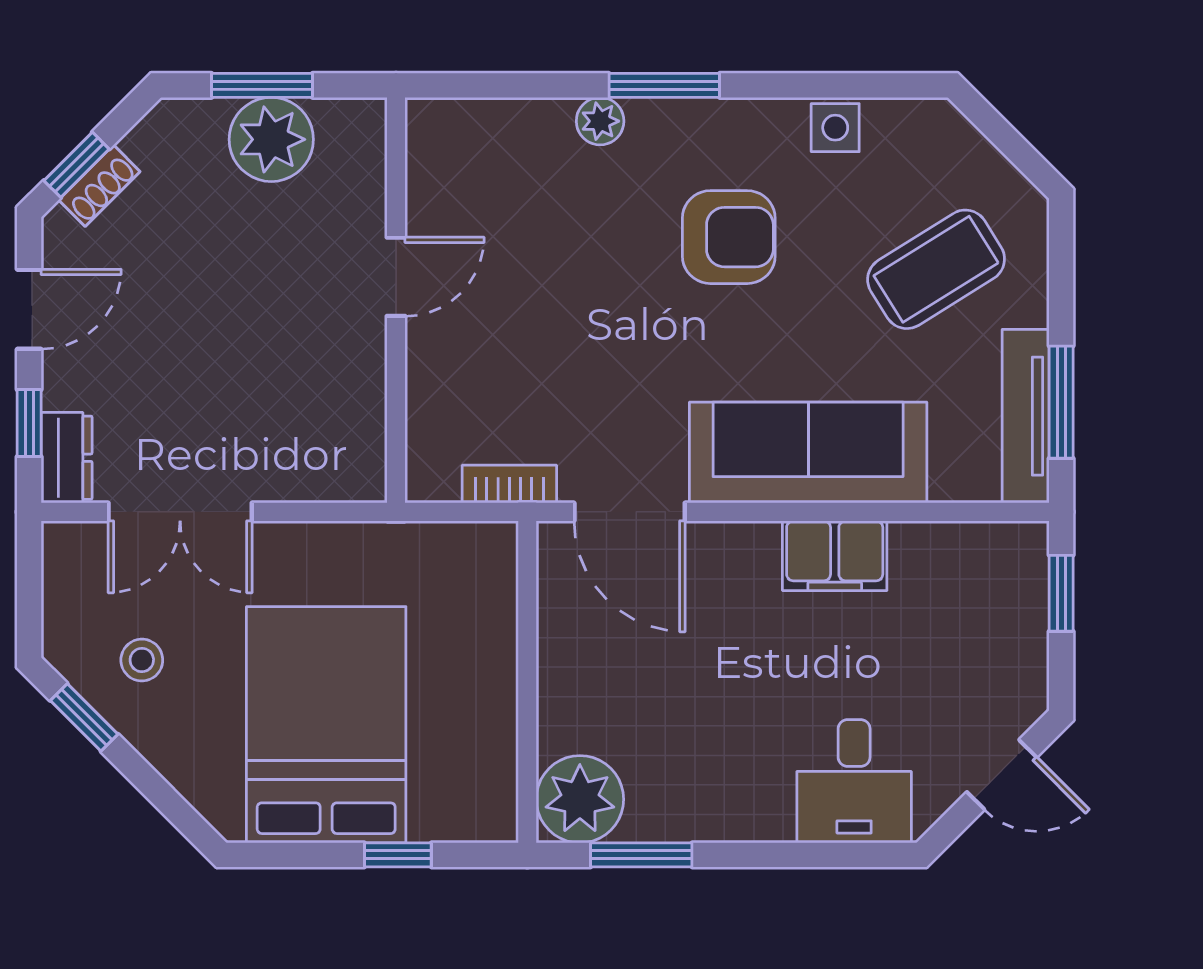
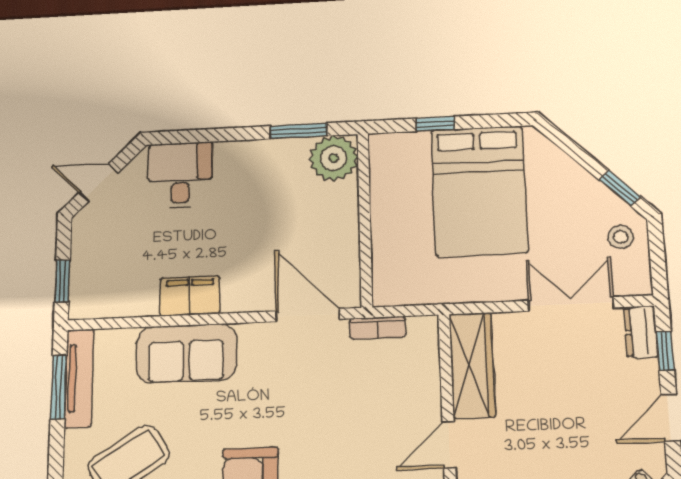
wardrobe: (352, 412) -> (472, 365), added
sofa: (808, 452) -> (186, 353), width x0.73
stool: (142, 660) -> (621, 237), moved

